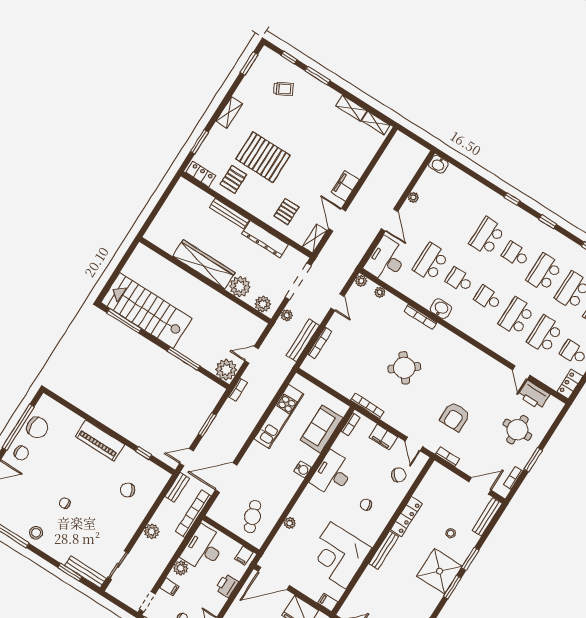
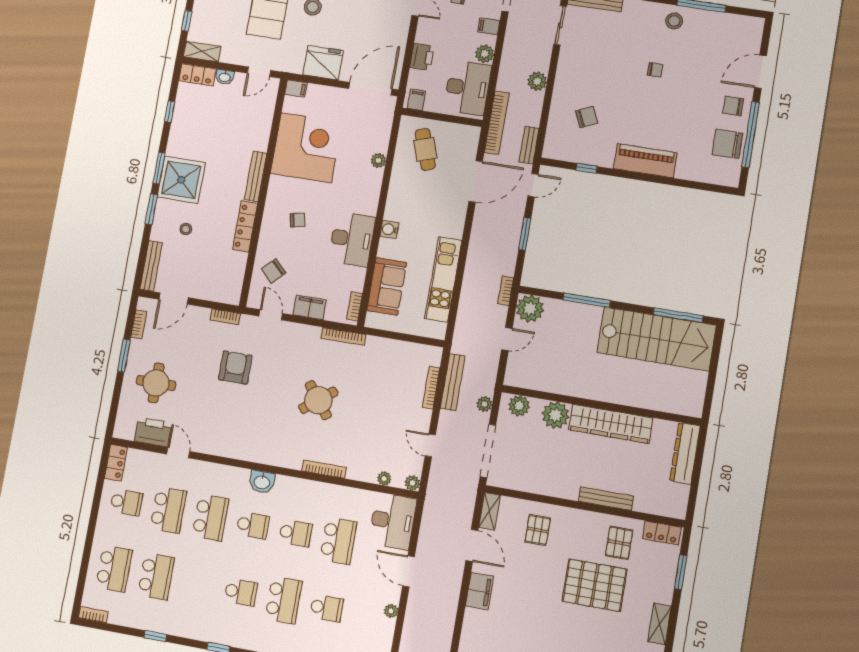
dresser: (265, 239) -> (685, 453), moved, turned -90
school desk: (544, 273) -> (326, 608), moved, width x0.54
washbasin: (441, 309) -> (262, 482), moved

